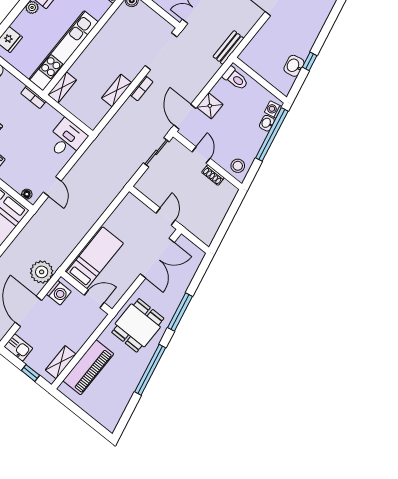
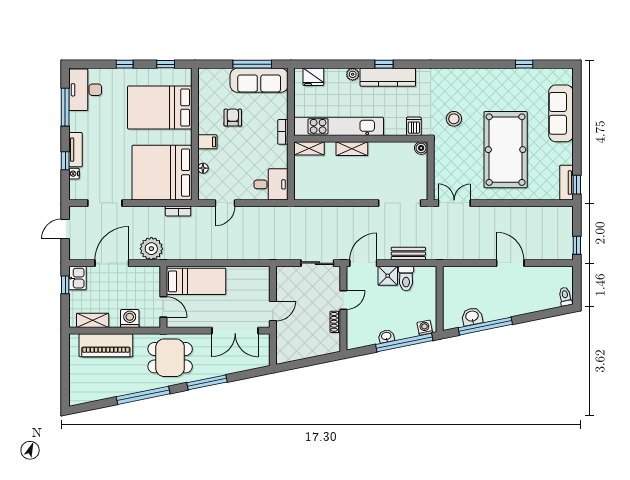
bench: (228, 47) -> (408, 254), moved
window: (310, 61) -> (485, 326), width x3.17
toilet: (235, 78) -> (406, 279), moved
bookcase: (141, 88) -> (178, 211), moved
shelving: (117, 90) -> (352, 149), moved
washbasin: (267, 123) -> (386, 336), moved
stool: (238, 166) -> (358, 335), removed
floor lamp: (27, 194) -> (203, 168), moved
washing machine: (59, 293) -> (130, 319), moved, turned 180
window: (30, 373) -> (65, 285), moved

